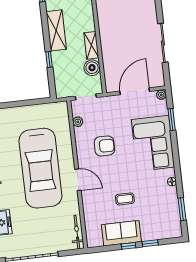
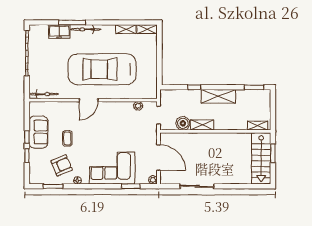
armchair: (104, 146) -> (62, 165), moved, turned -113

